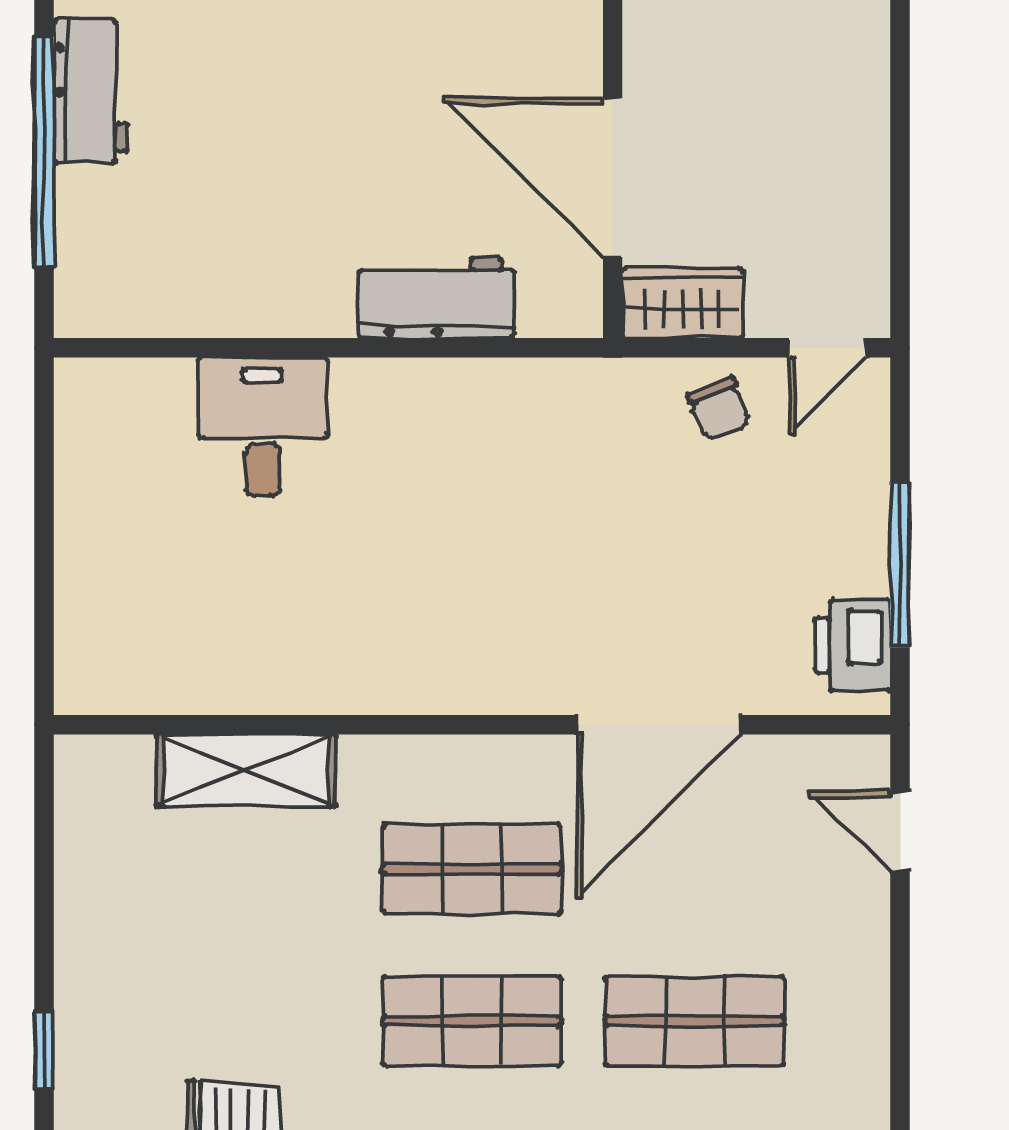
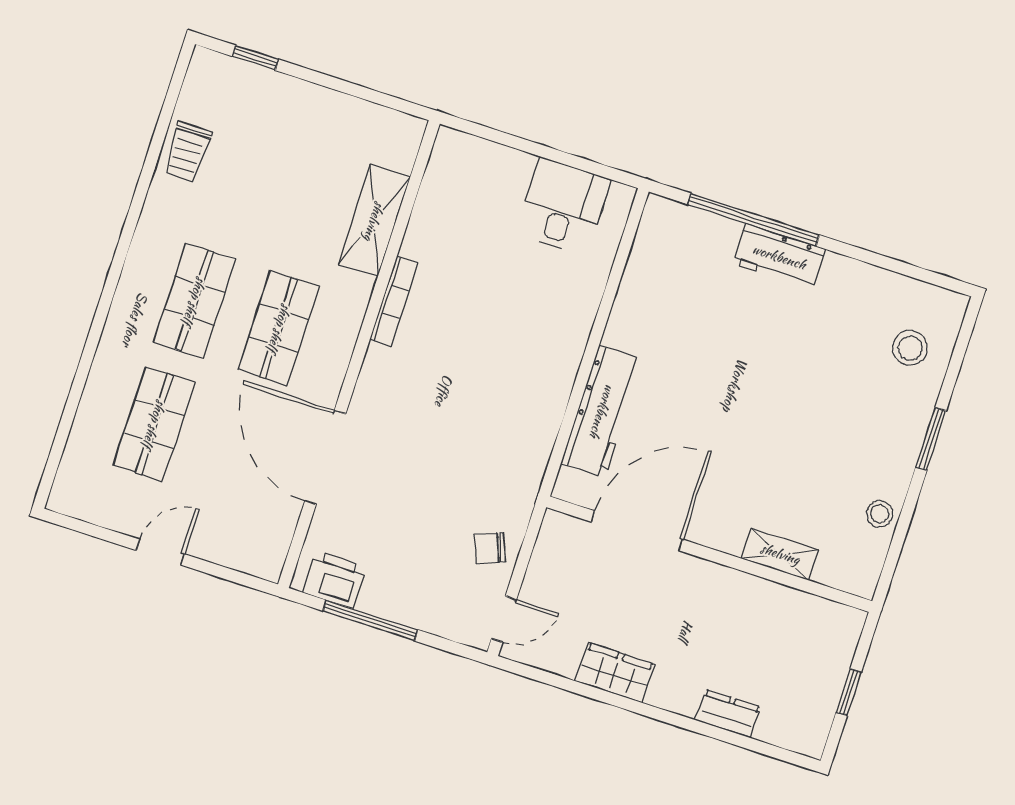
workbench: (437, 298) -> (602, 411), width x1.38
wardrobe: (682, 303) -> (615, 673), moved, turned -90
door: (827, 348) -> (504, 619), swing flipped
desk: (263, 427) -> (563, 206), moved, turned -90
bookcase: (367, 696) -> (394, 301), added
door: (900, 831) -> (160, 552), moved

